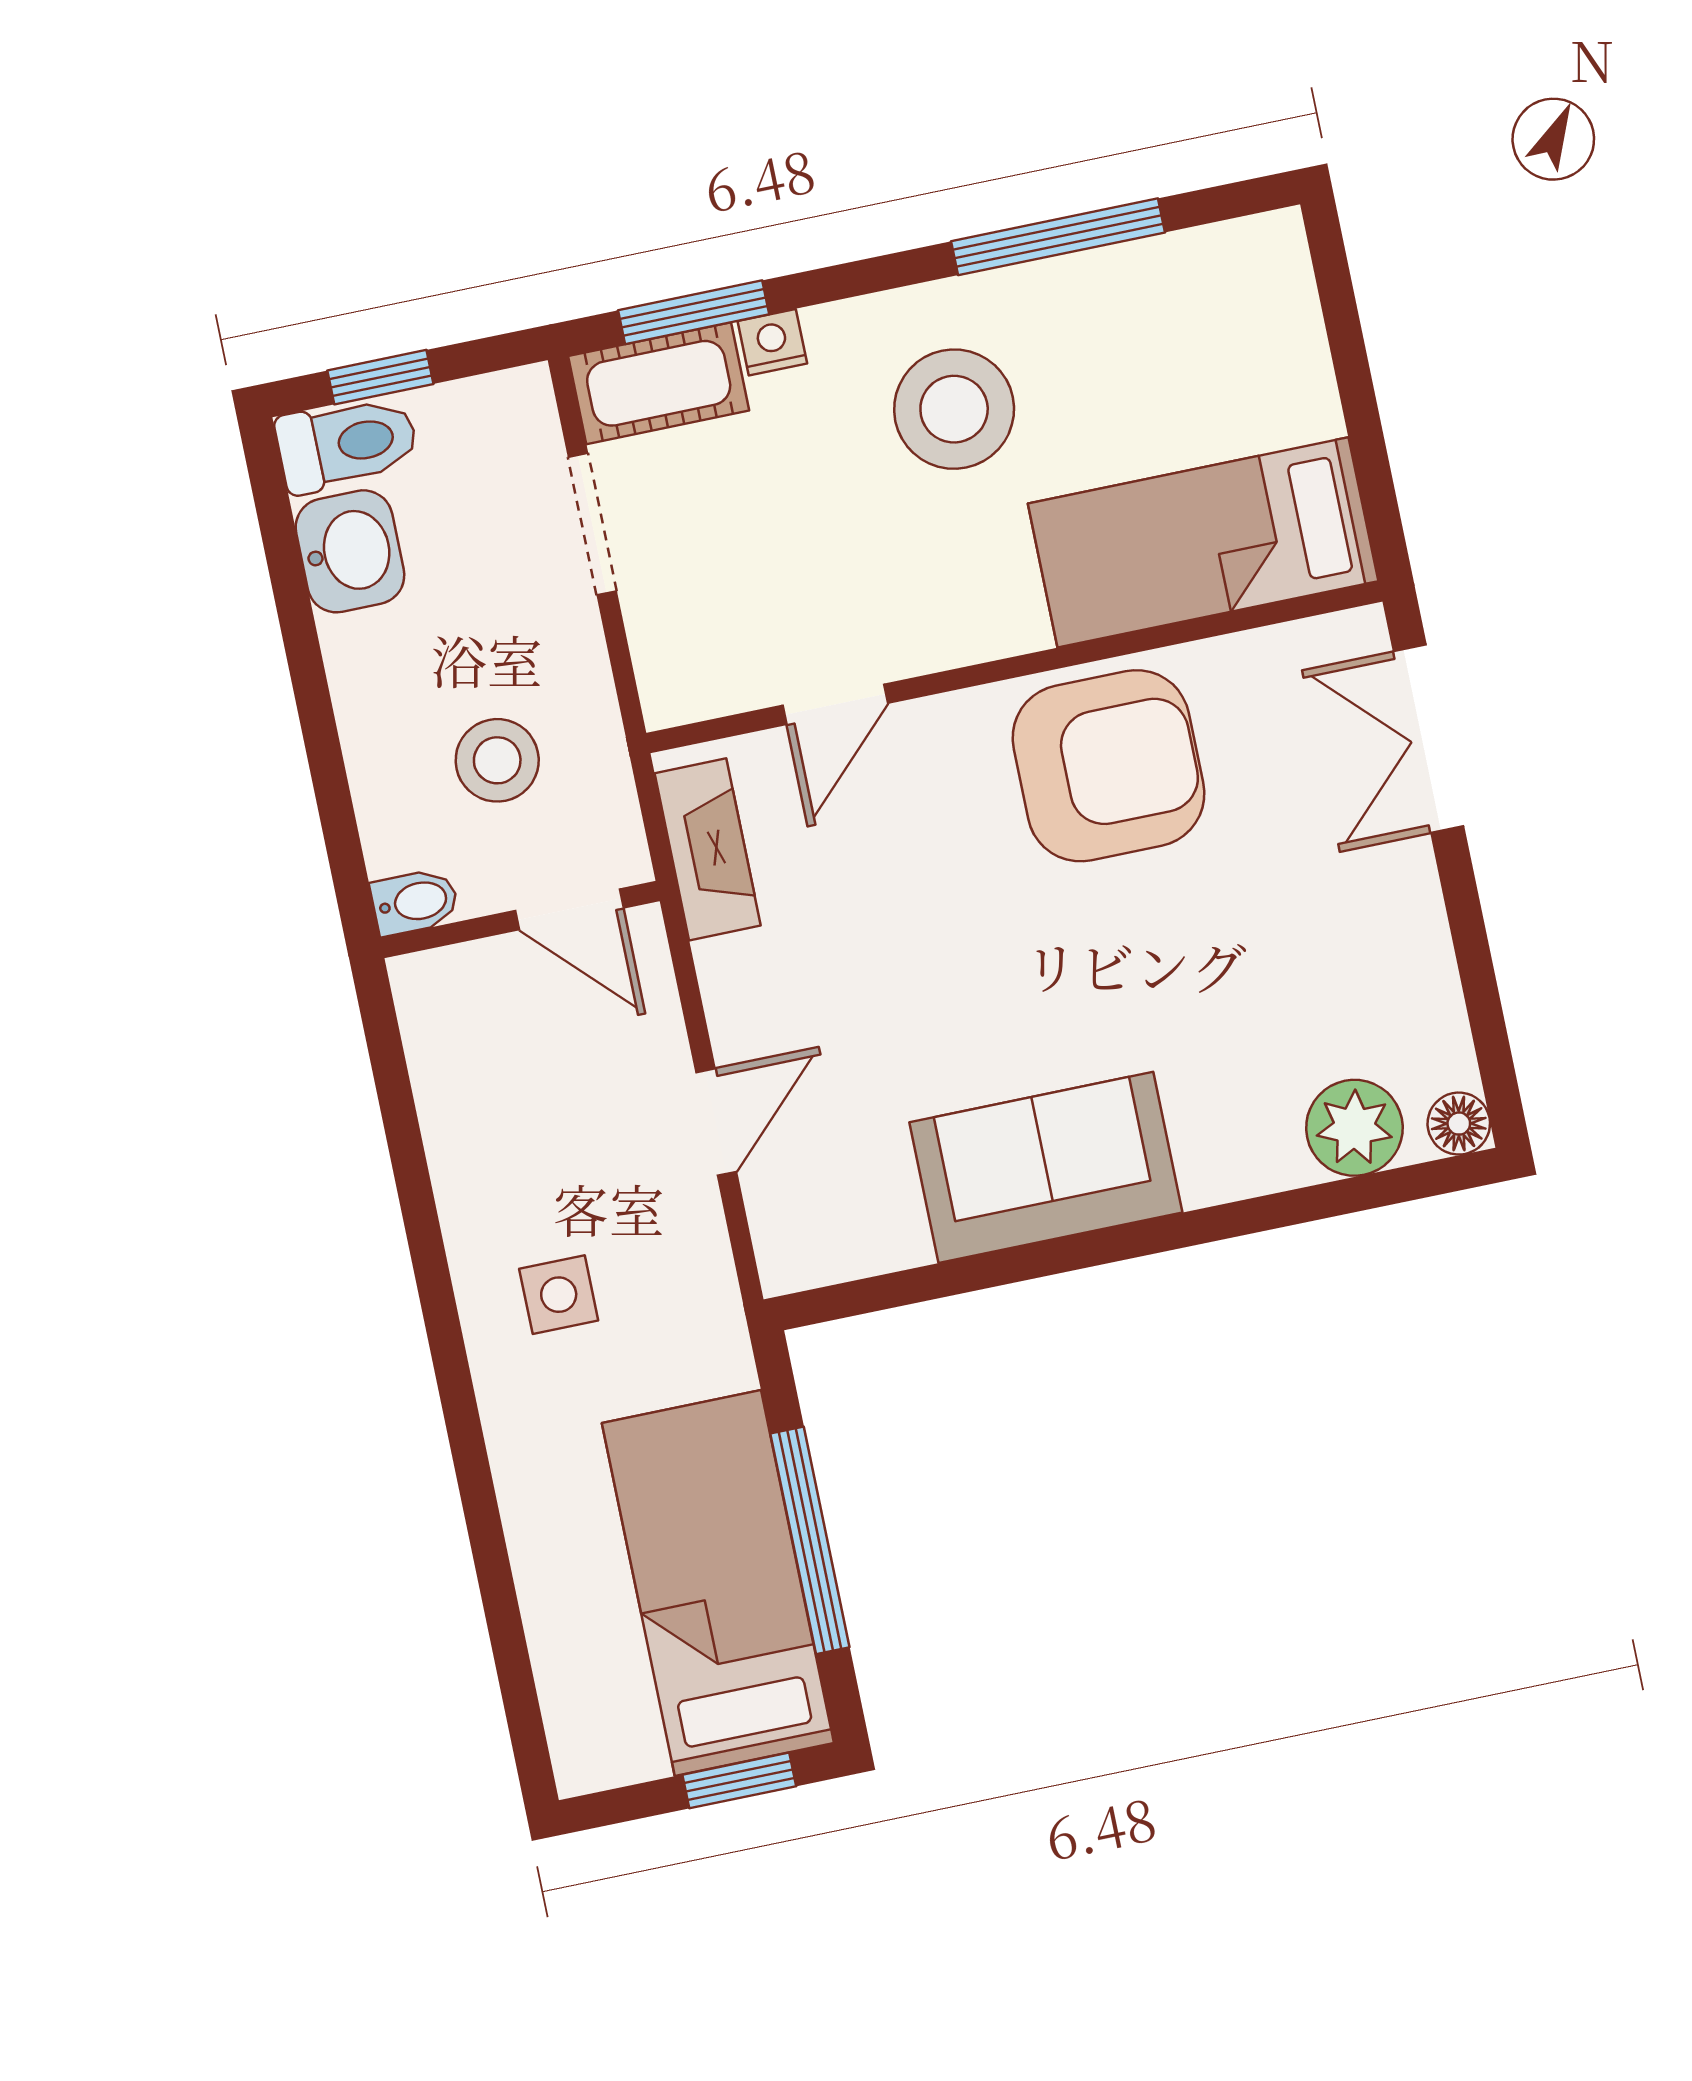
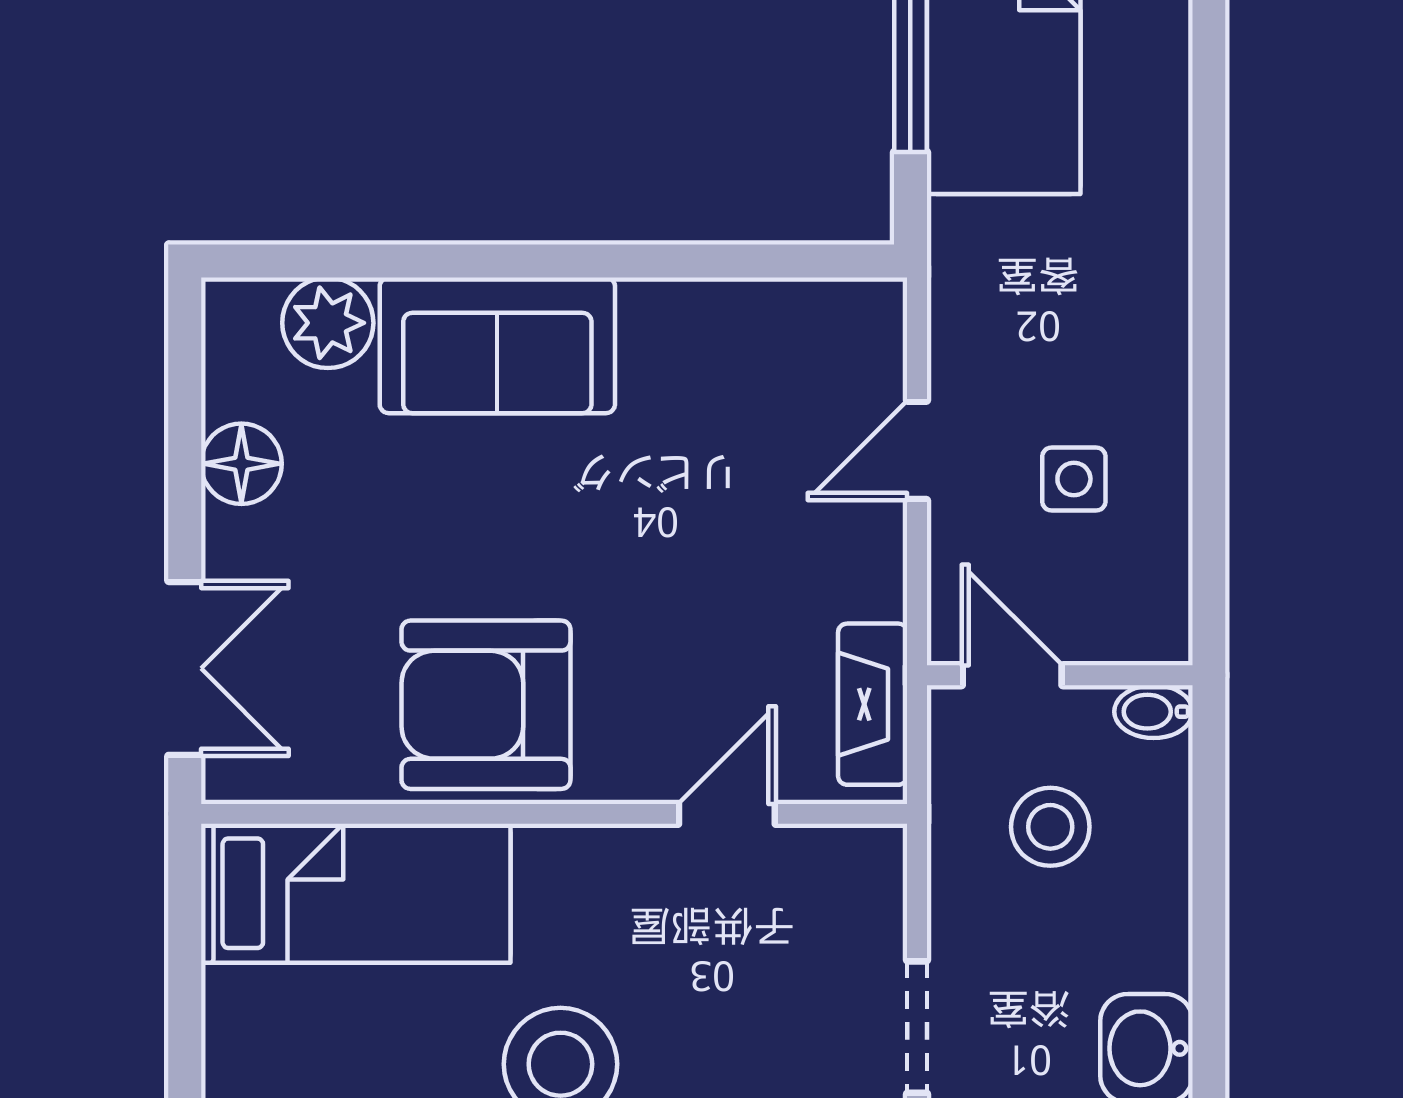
floor lamp: (1459, 1124) -> (241, 464), moved, width x1.37, depth x1.37
sofa: (1046, 1167) -> (497, 345), moved
side table: (559, 1295) -> (1074, 479), moved

